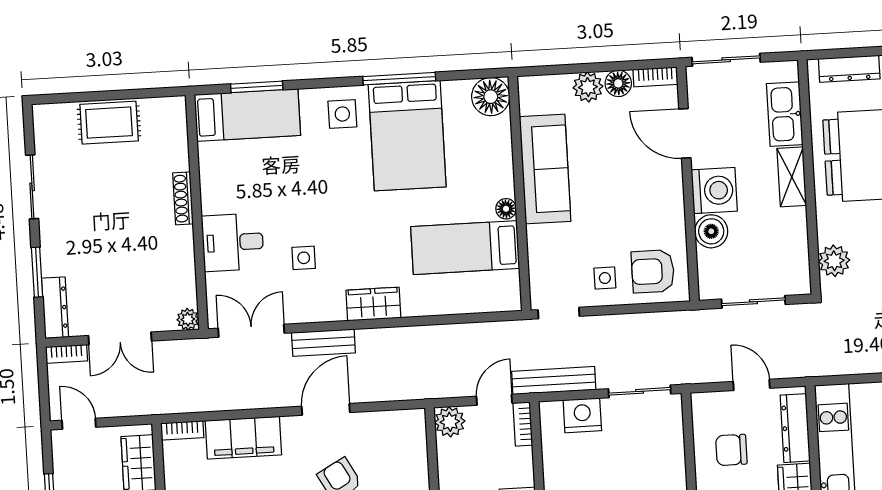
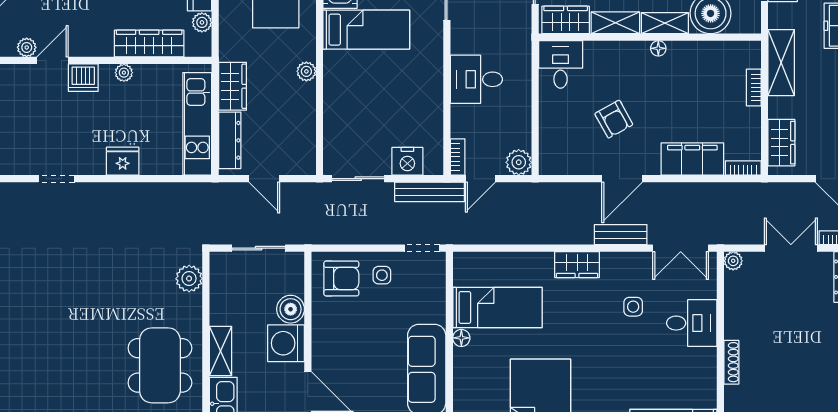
chair: (731, 450) -> (284, 125), removed

